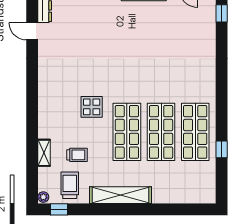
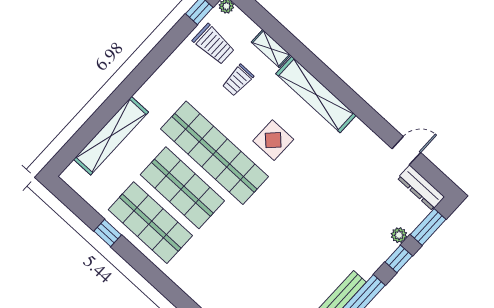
shelving: (47, 107) -> (316, 95), added
shop shelf: (127, 132) -> (215, 153), width x1.40
shelving: (120, 195) -> (111, 136), moved

